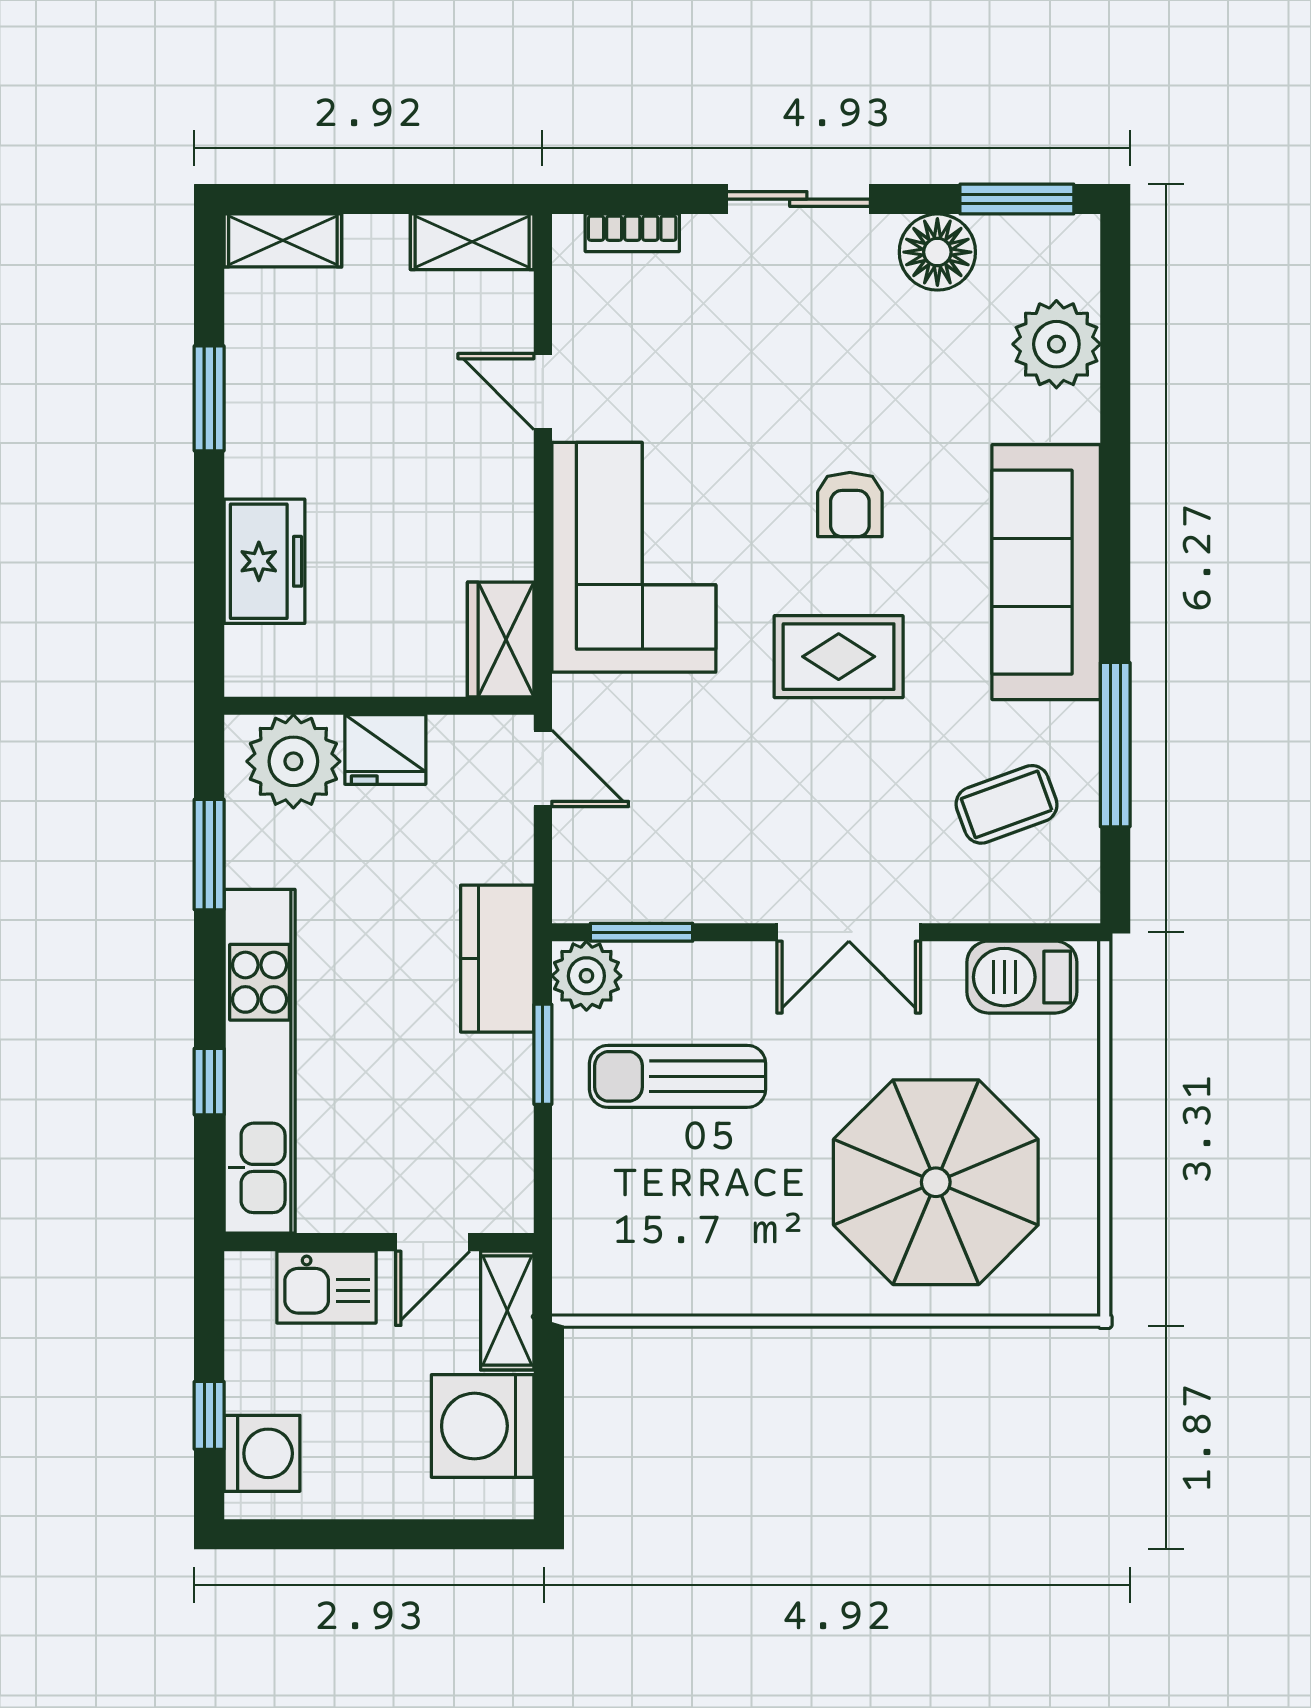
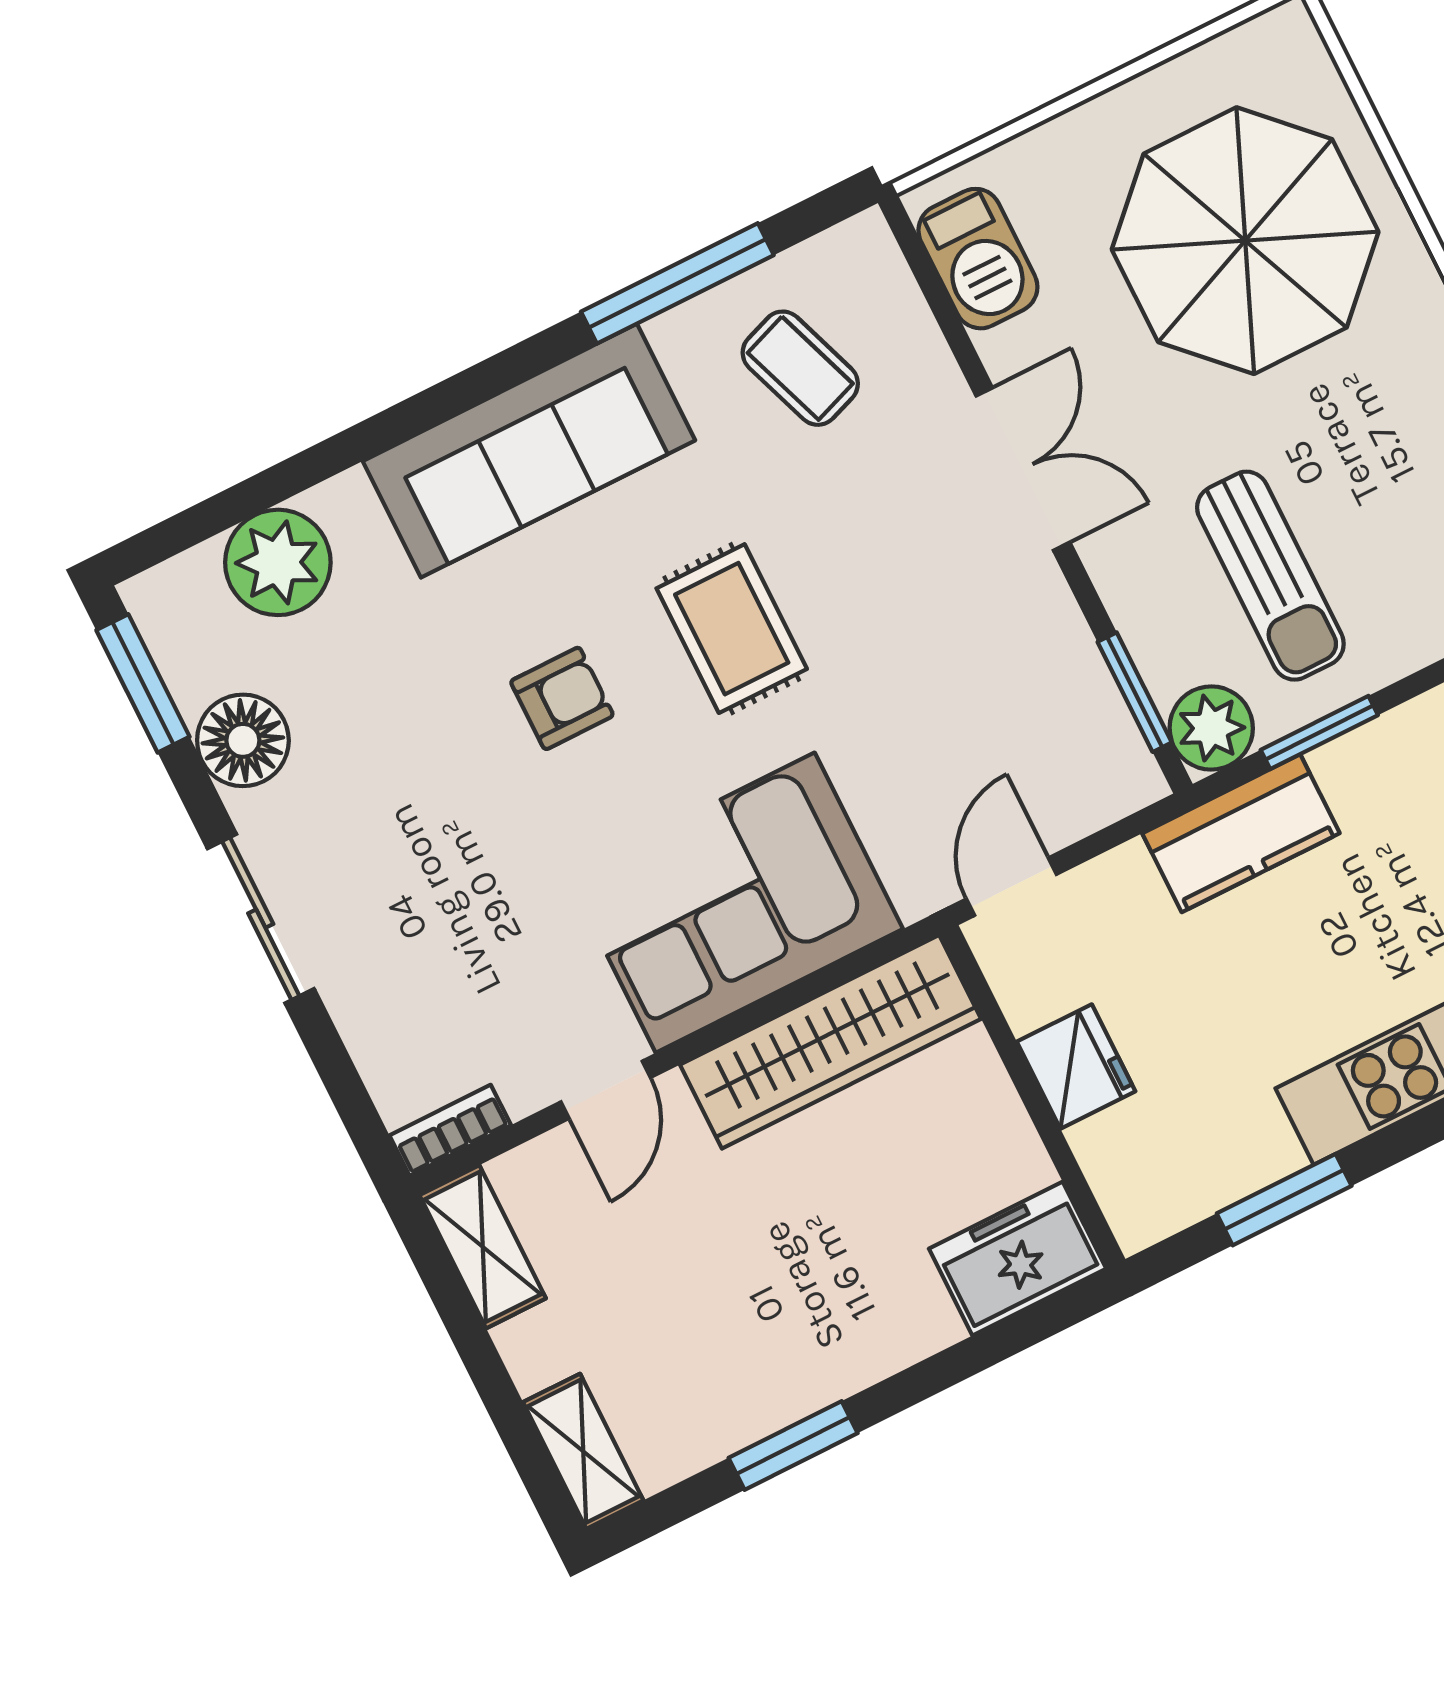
bookcase: (632, 233) -> (450, 1130), moved, turned -90
freezer: (264, 561) -> (1018, 1259), moved
wardrobe: (501, 639) -> (831, 1042), width x2.10, depth x1.17
plant: (293, 761) -> (1138, 1159), removed

